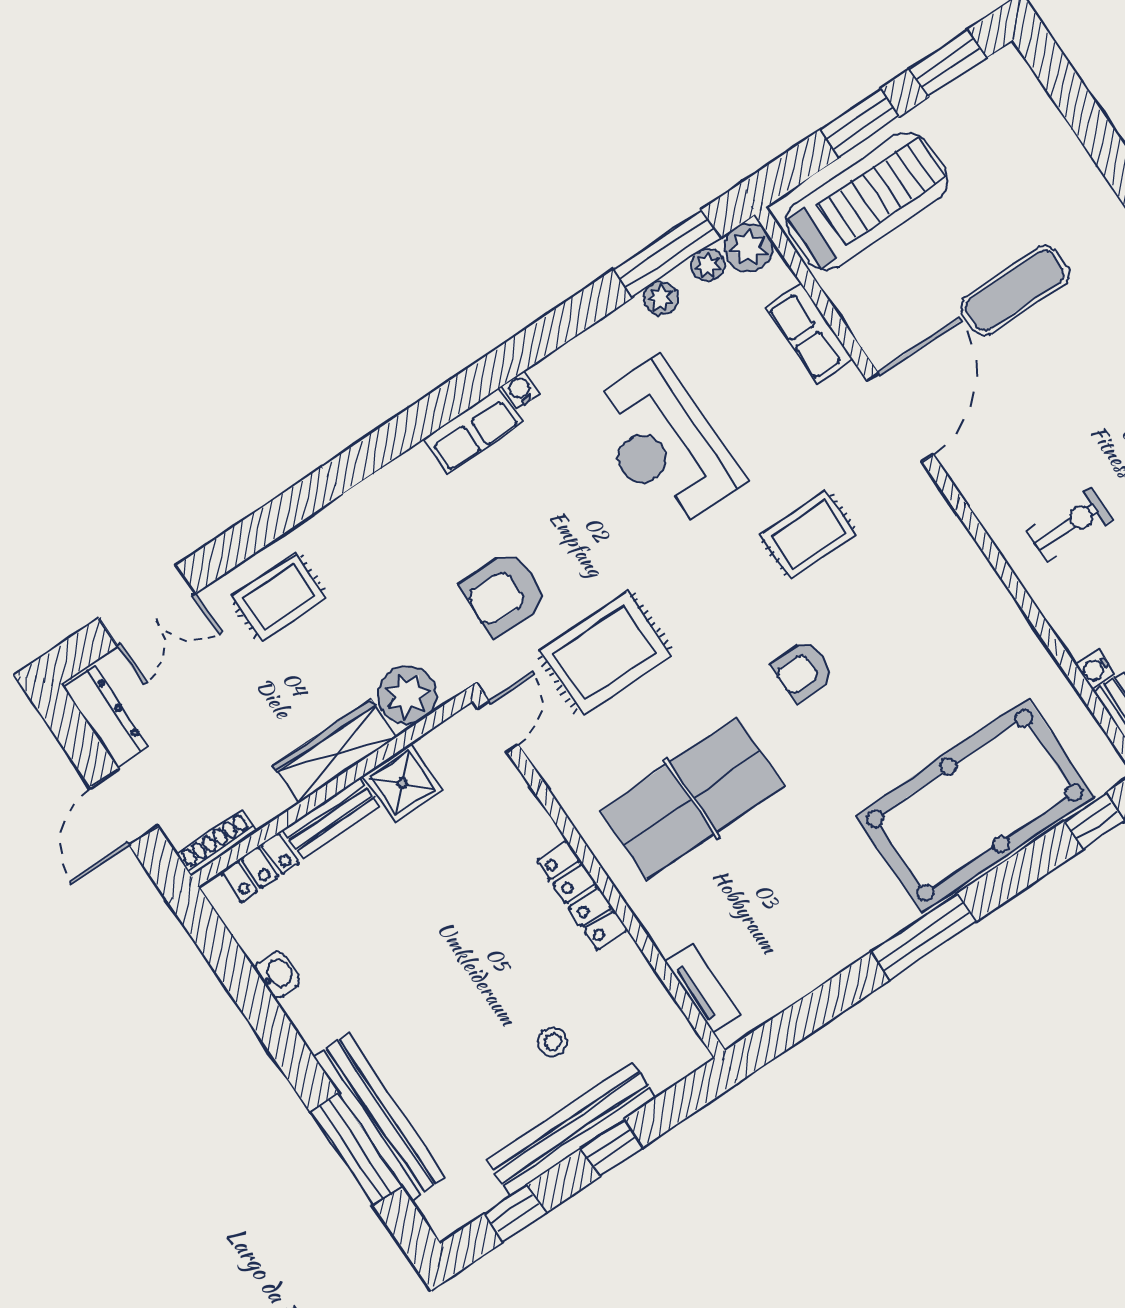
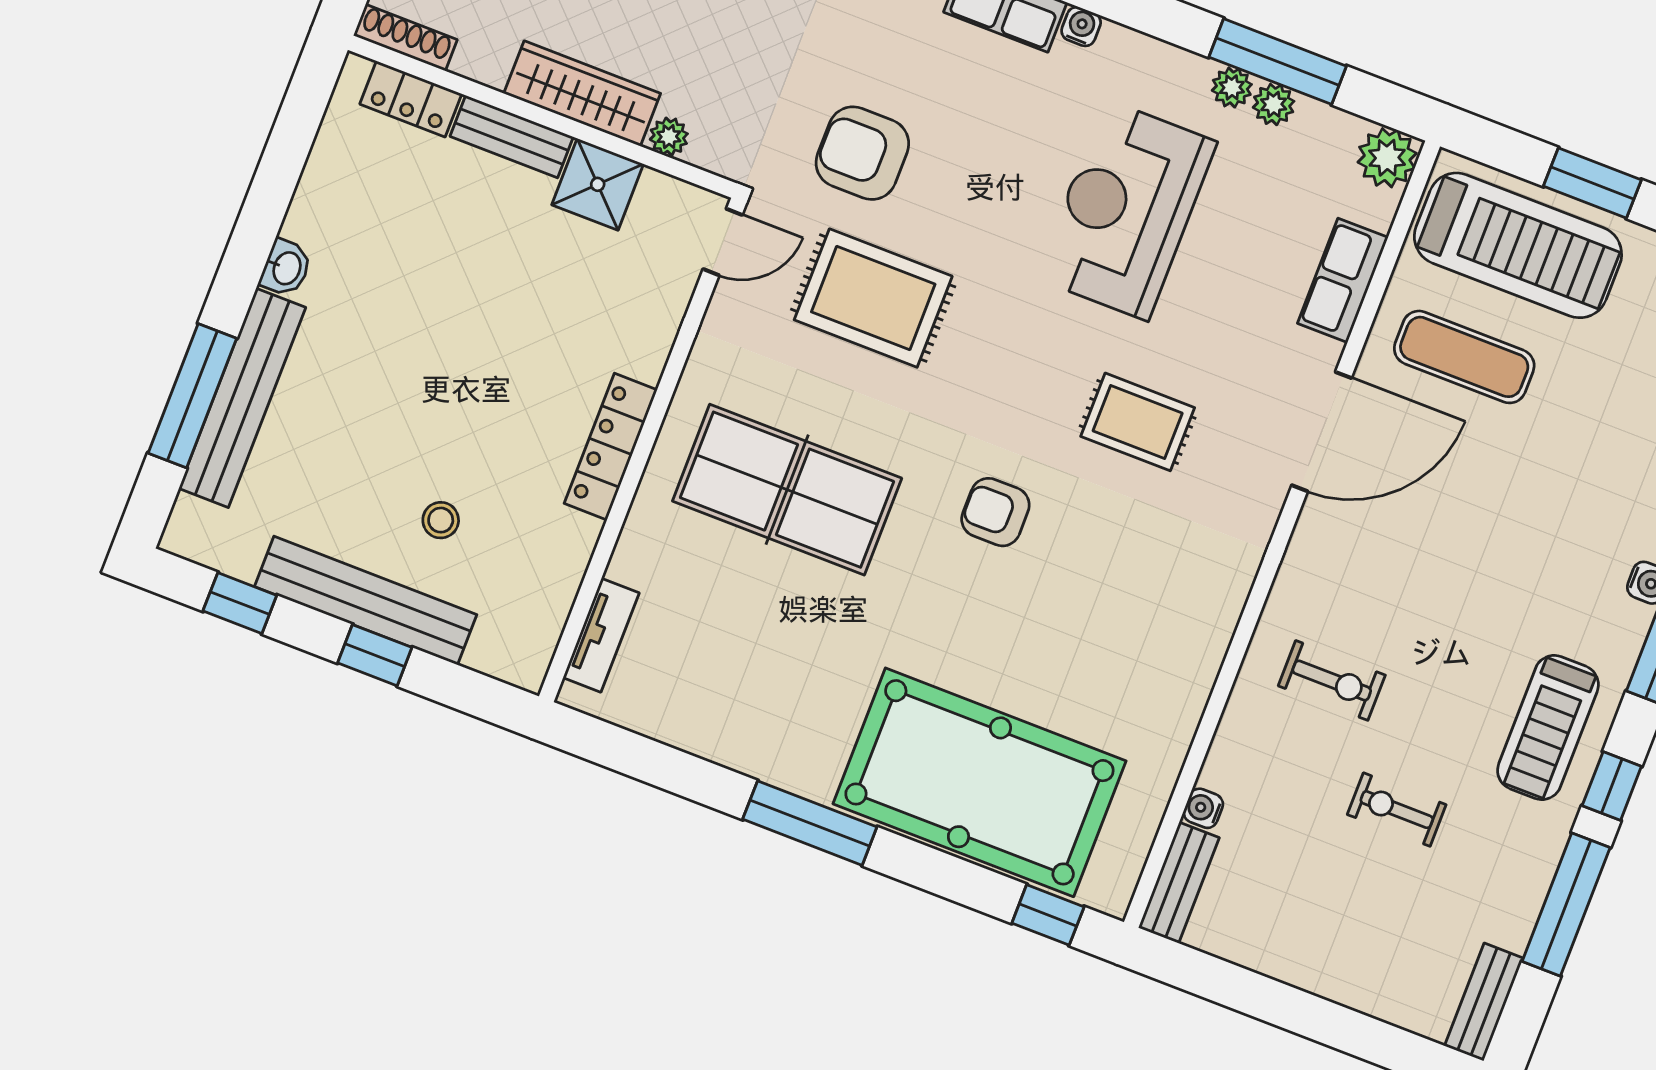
window: (667, 254) -> (1278, 62), moved
plant: (708, 265) -> (1232, 87), moved
exercise mat: (1015, 290) -> (1464, 357), moved
plant: (407, 695) -> (669, 137), width x0.53, depth x0.53
washbasin: (278, 974) -> (286, 268), moved

